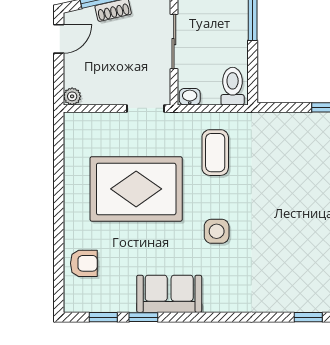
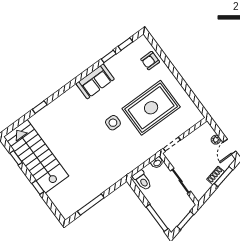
plant: (72, 96) -> (216, 140), moved
coffee table: (215, 153) -> (129, 147), removed
side table: (217, 231) -> (113, 123), moved
sofa: (169, 294) -> (95, 81), moved

